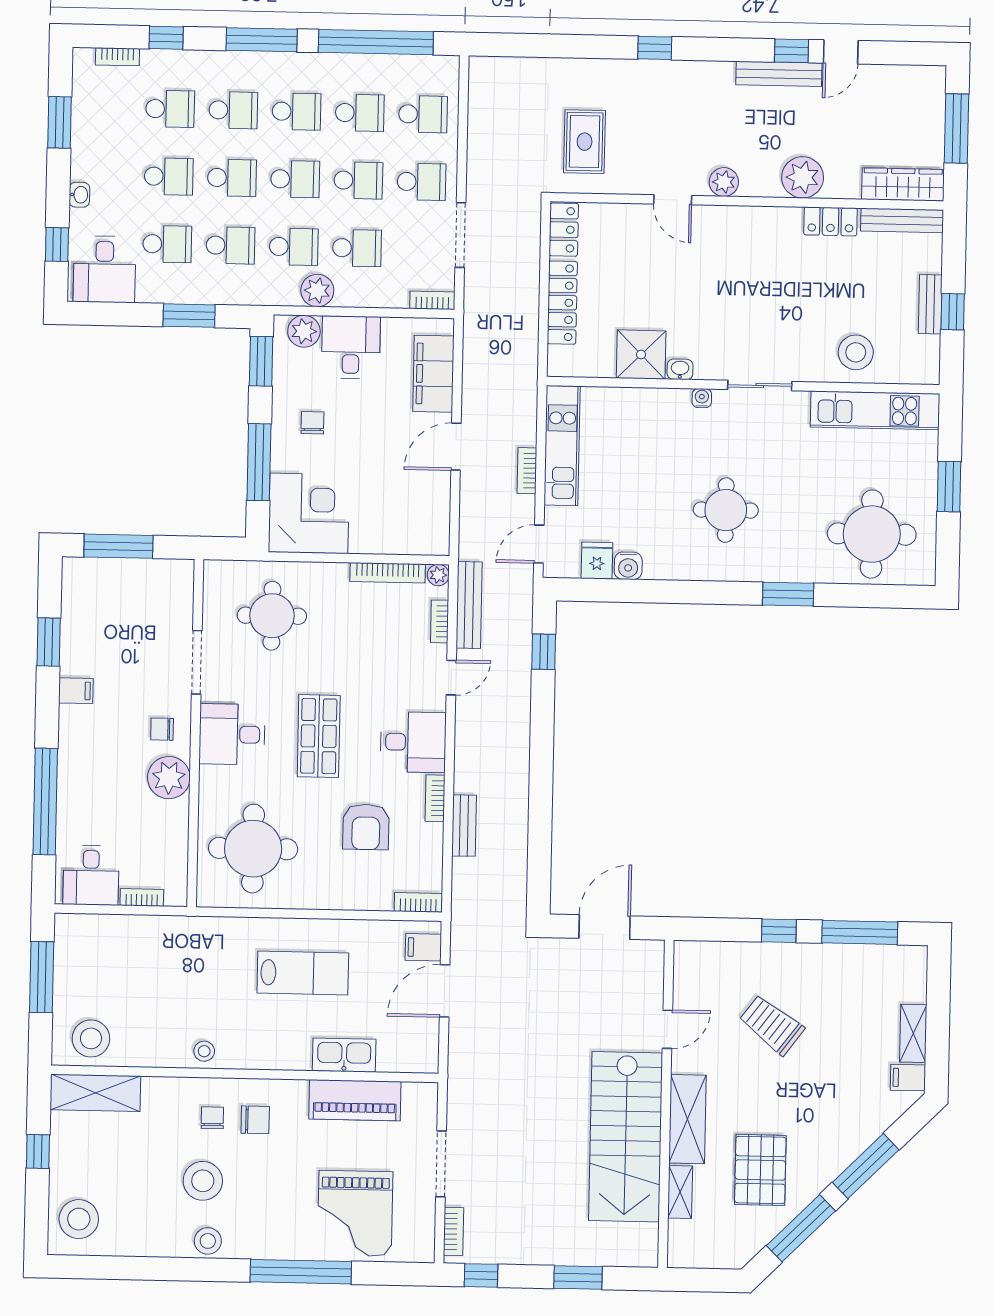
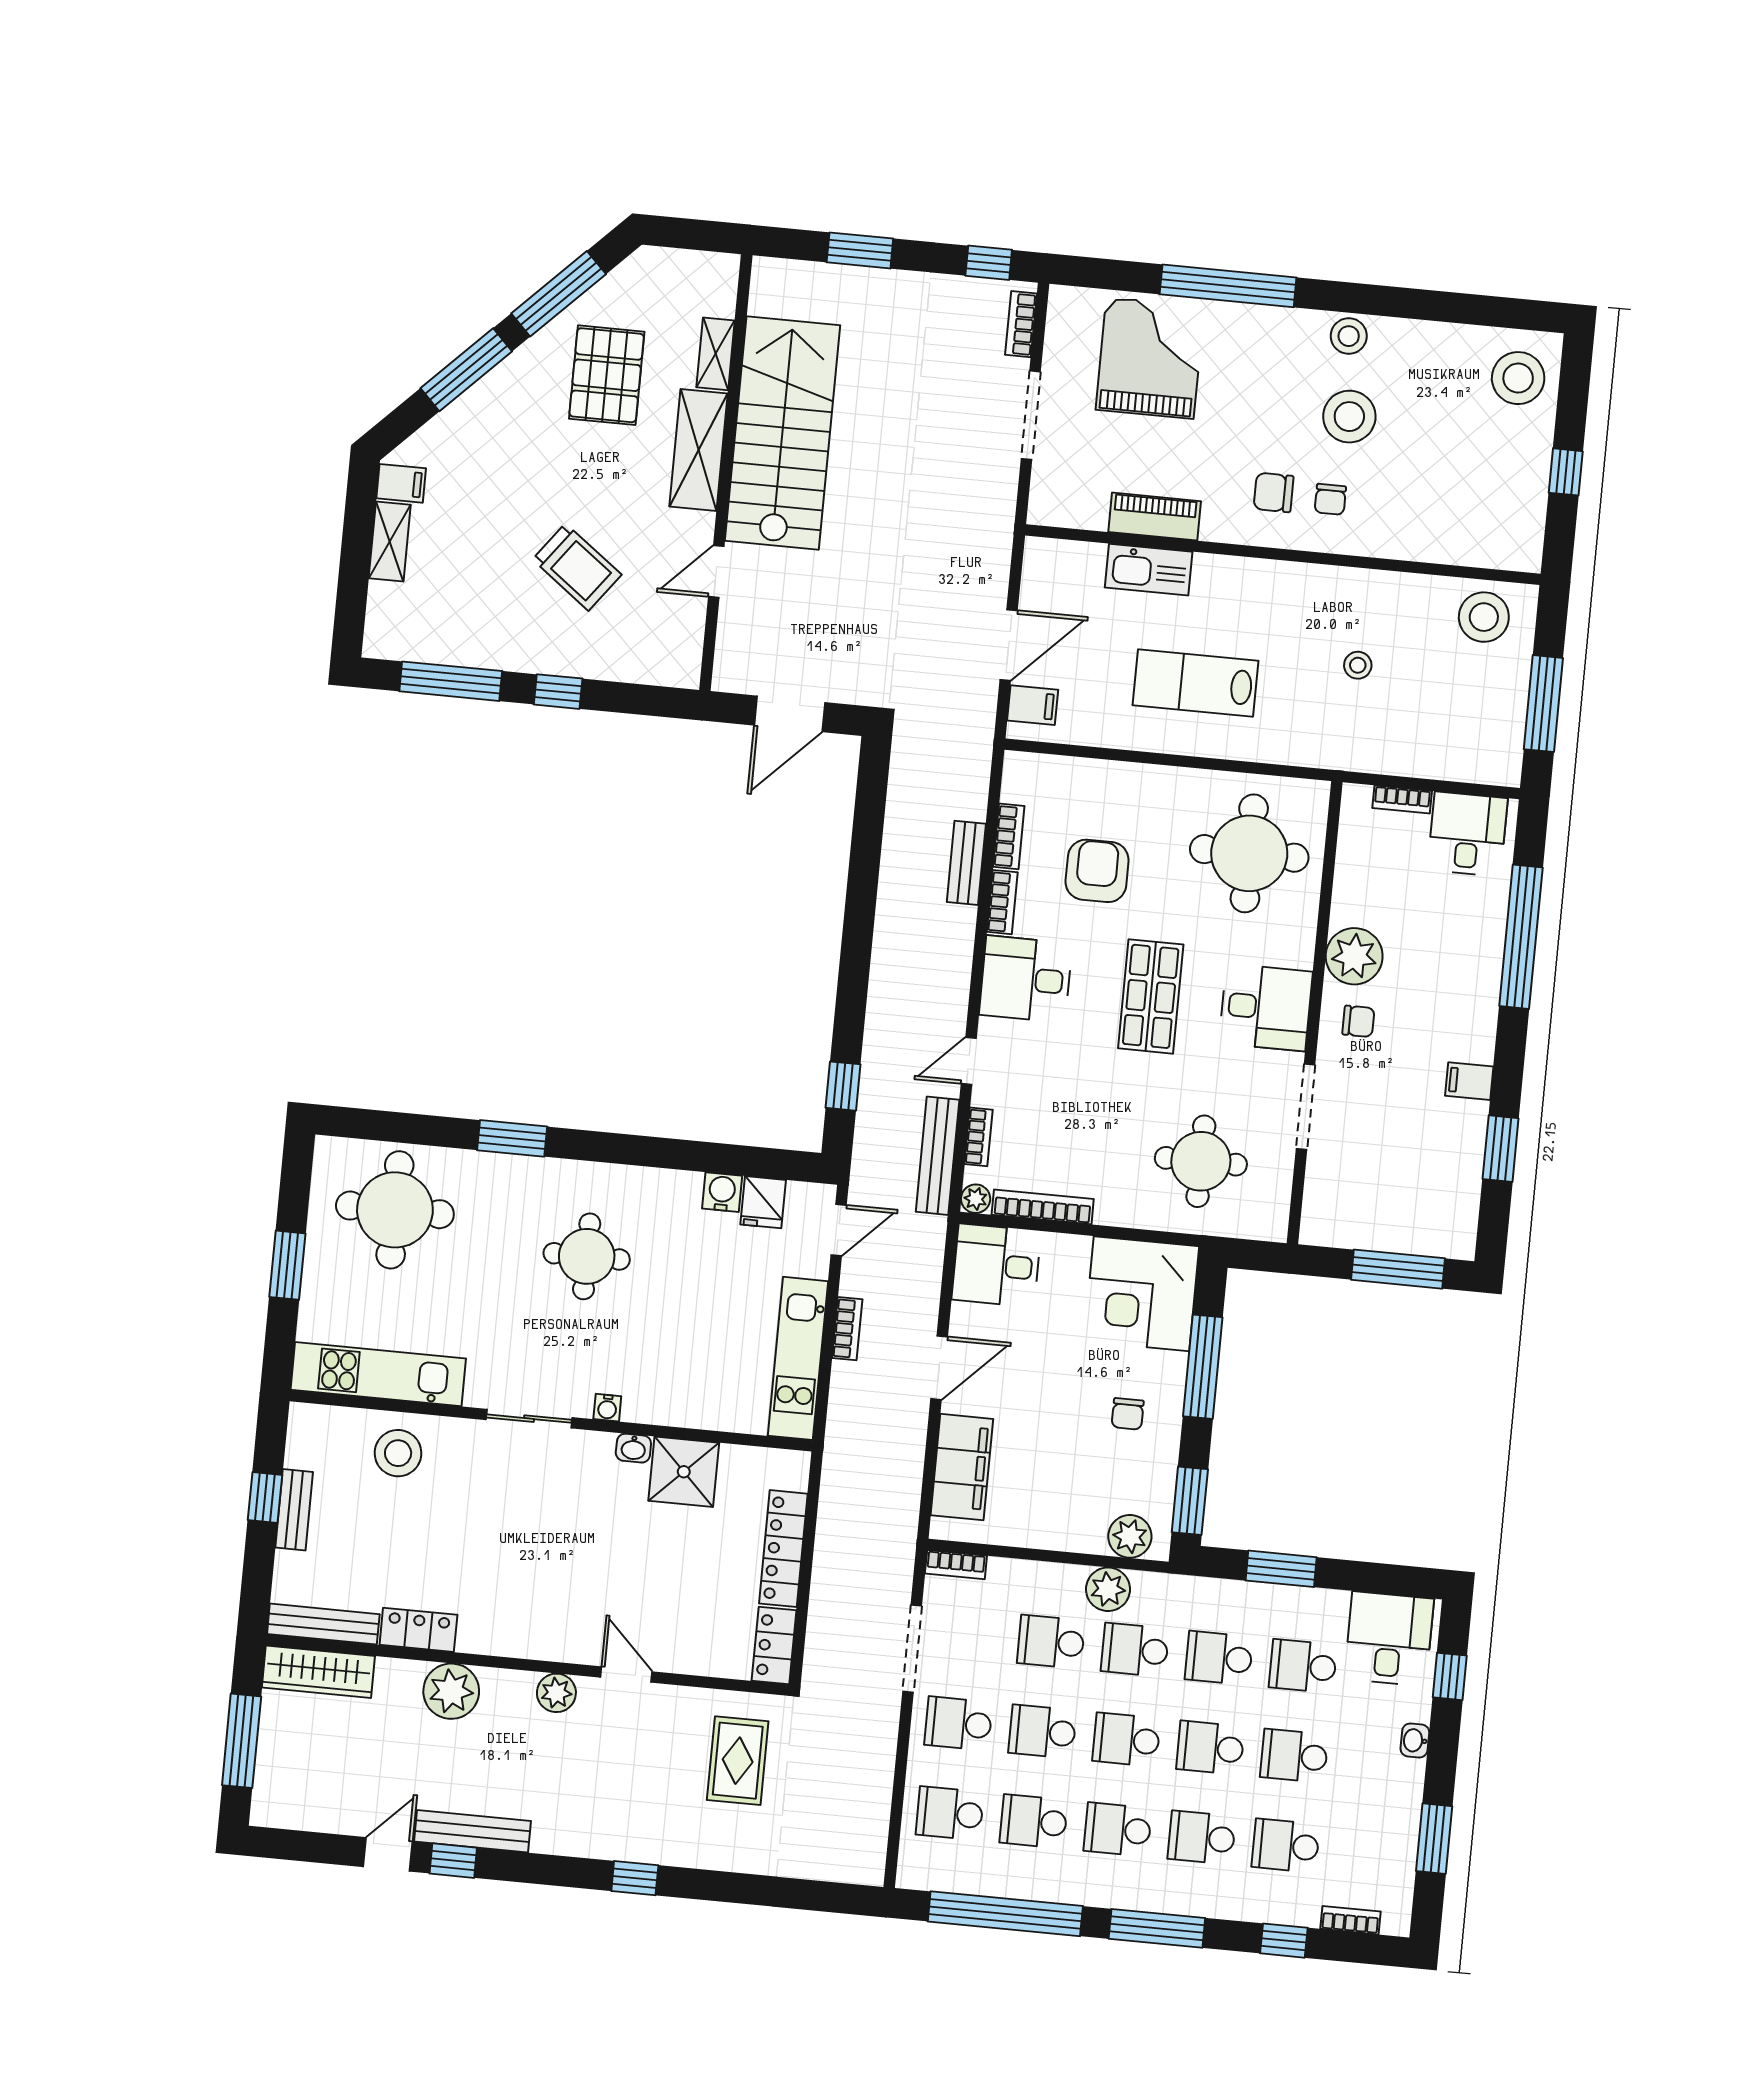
desk: (351, 347) -> (996, 1265), moved, turned 90
bookcase: (418, 902) -> (1009, 836), moved, turned -90
stool: (204, 1051) -> (1358, 665), moved
shelving: (95, 1093) -> (1483, 544), removed
piano: (355, 1100) -> (1155, 517), width x0.73, depth x0.75

